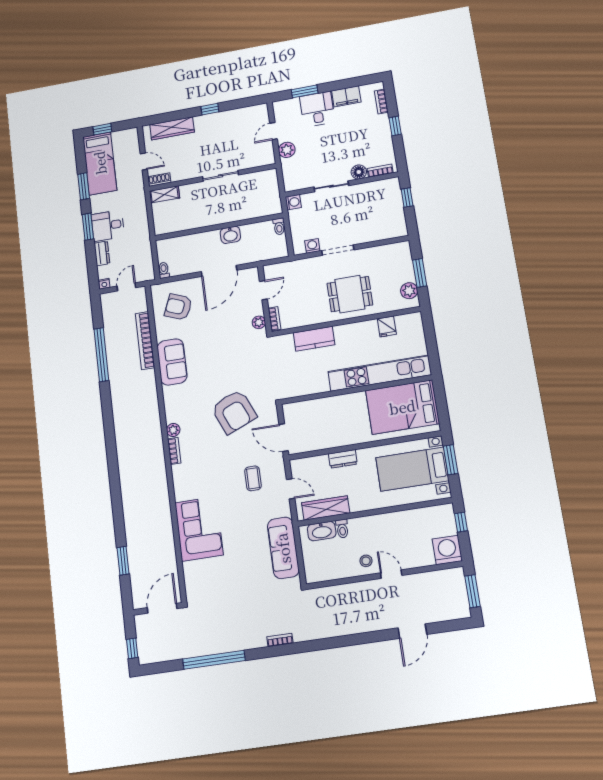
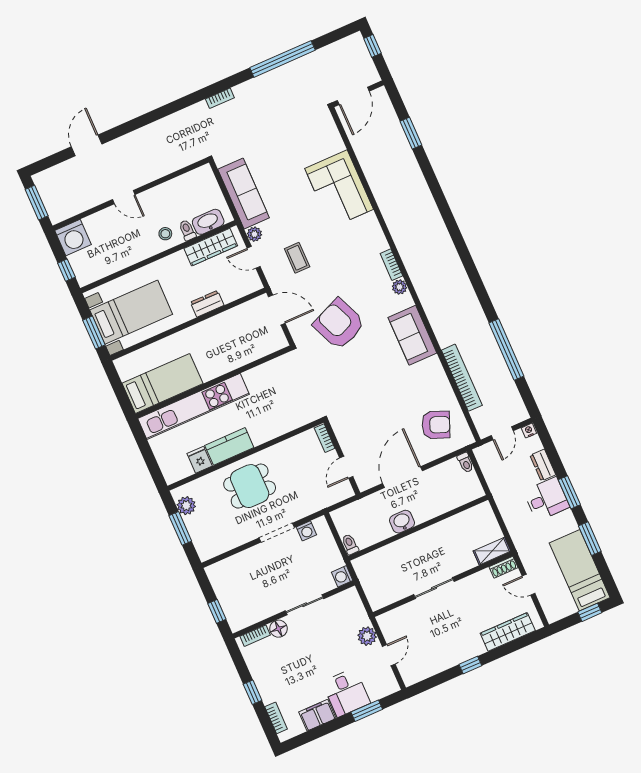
plant: (259, 322) -> (254, 234), moved
kitchen counter: (314, 339) -> (229, 446), moved
sofa: (172, 362) -> (412, 335), moved
bed: (402, 407) -> (163, 383), width x0.67
stool: (366, 561) -> (165, 234), moved

